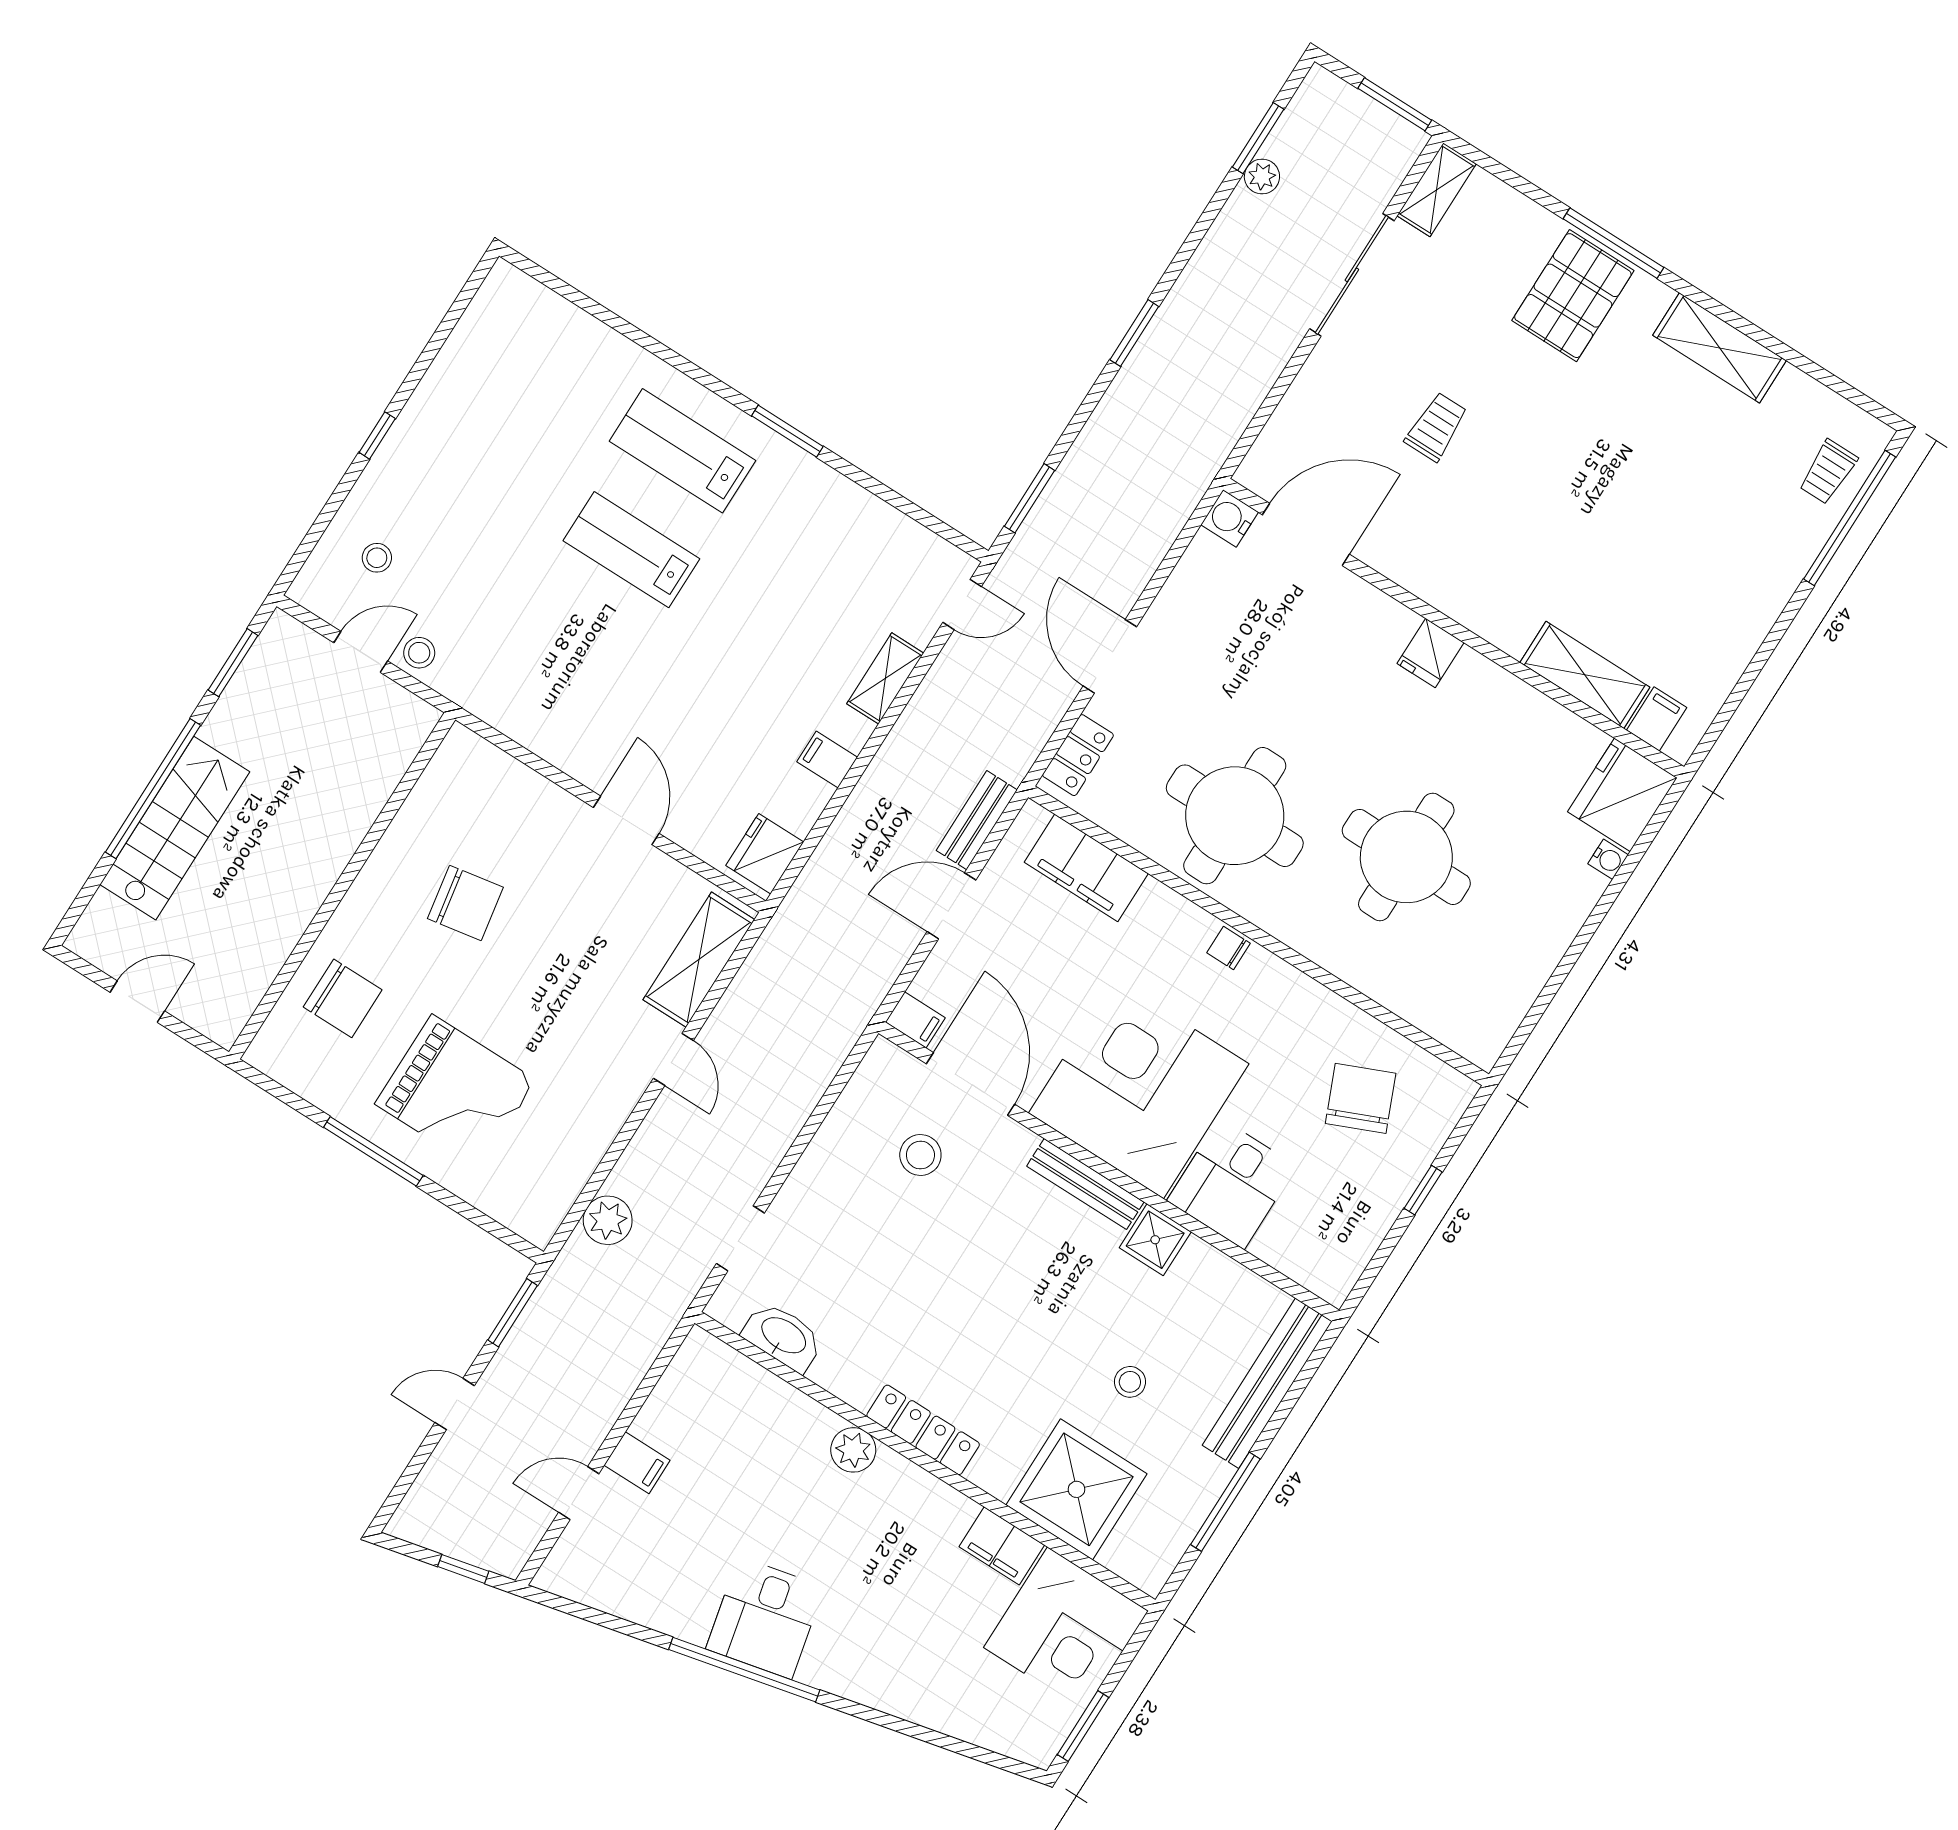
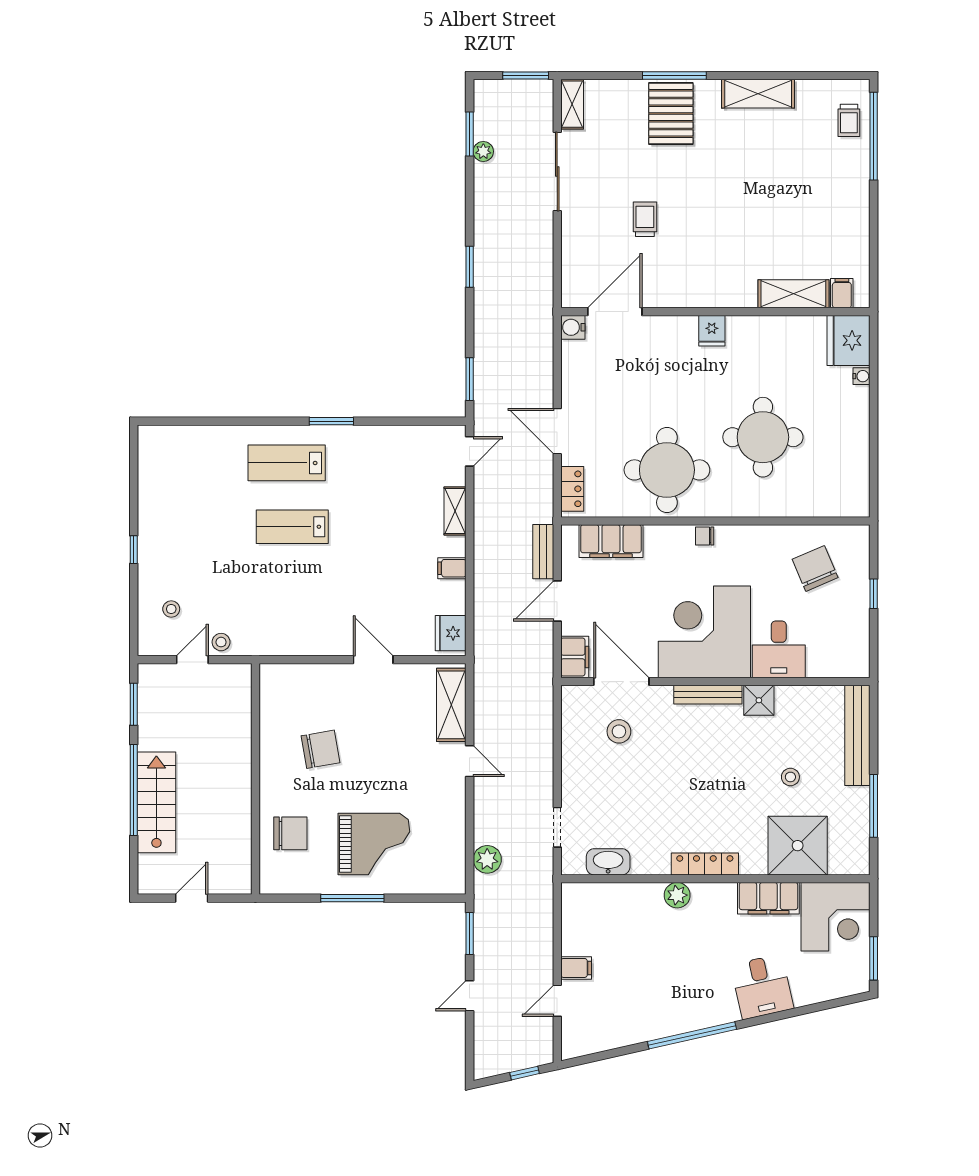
filing cabinet: (915, 1020) -> (575, 657), width x2.00
filing cabinet: (1002, 1546) -> (768, 898), width x1.50, depth x1.17
desk: (765, 1618) -> (762, 987), moved

